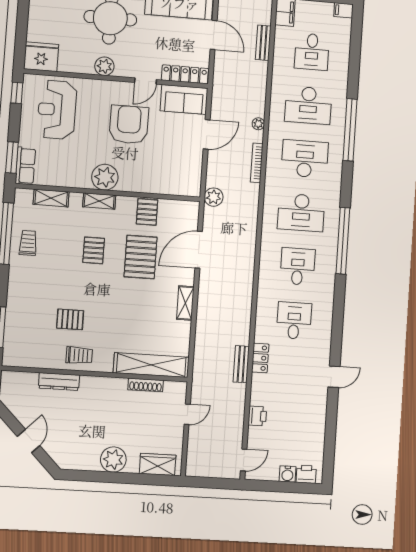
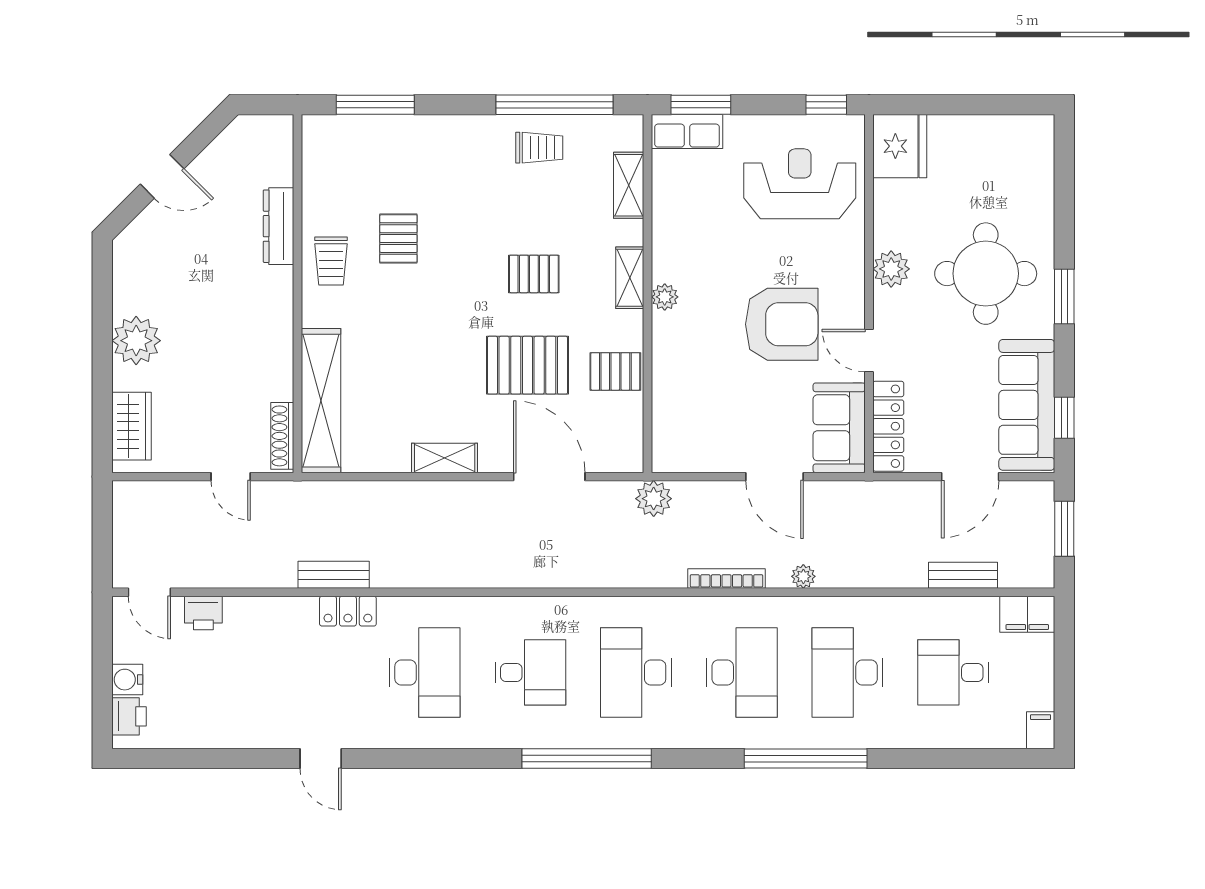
plant: (105, 177) -> (665, 297), width x0.53, depth x0.53
desk: (294, 321) -> (425, 672), width x1.37
shoe rack: (146, 385) -> (282, 436), moved
printer: (257, 416) -> (203, 613), moved

